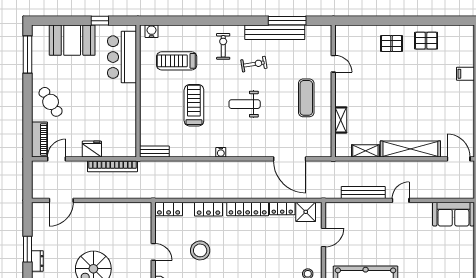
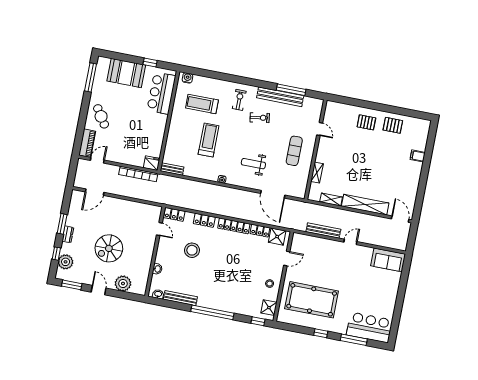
weight bench: (245, 104) -> (253, 164), moved
fridge: (92, 149) -> (152, 163), moved
door: (153, 252) -> (159, 229), moved

